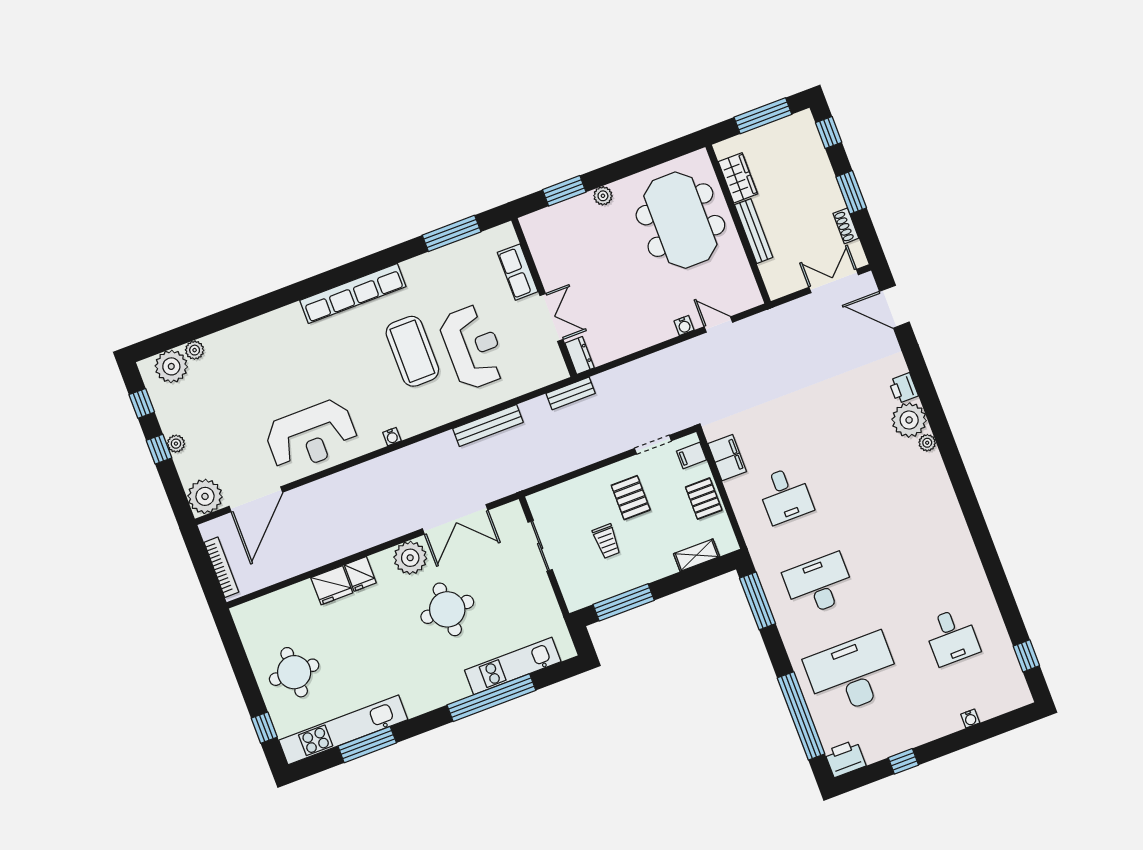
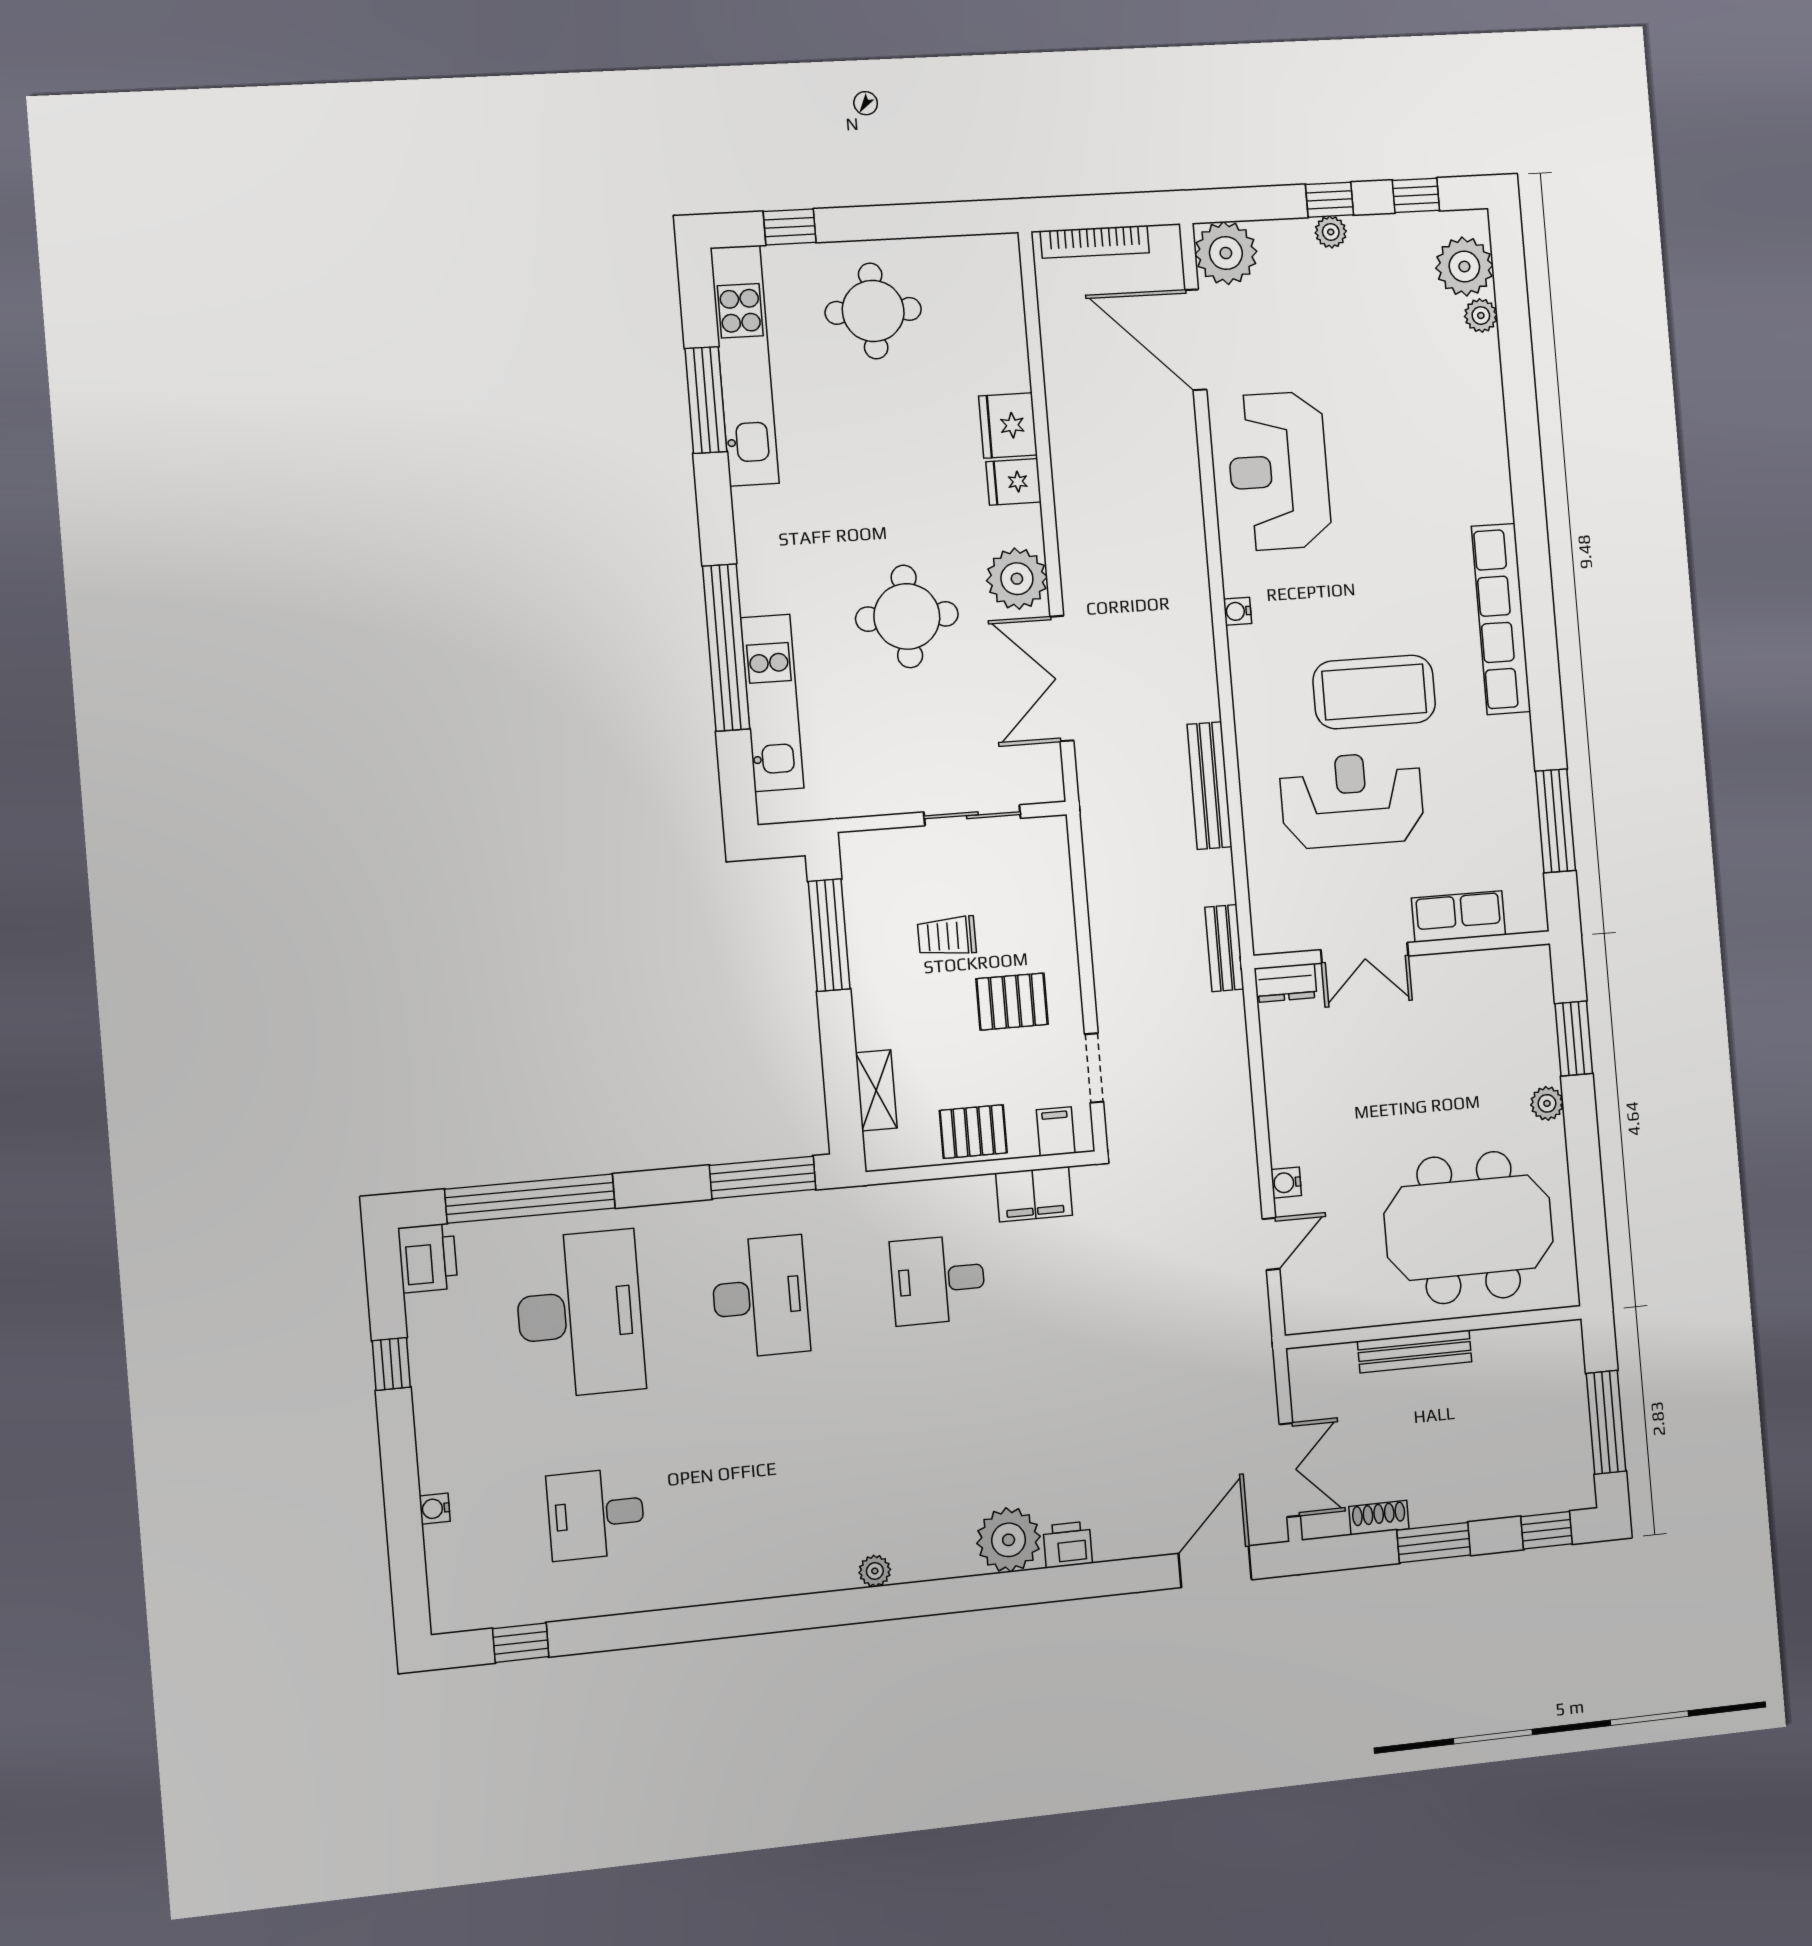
wardrobe: (738, 178) -> (1513, 1349), removed
reception desk: (473, 347) -> (1352, 800), turned 180
plant: (927, 443) -> (875, 1571), moved

